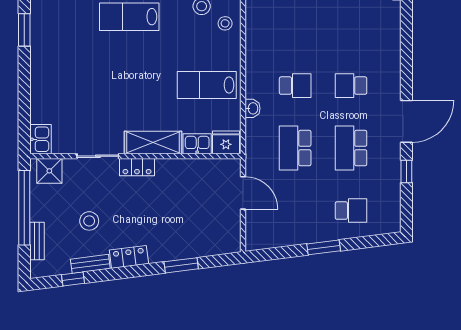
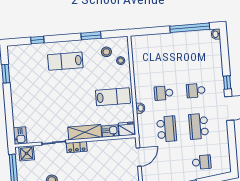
lab bench: (207, 85) -> (113, 97), turned 180
school desk: (295, 86) -> (164, 93), turned 180
school desk: (295, 148) -> (167, 129), turned 180
window: (406, 172) -> (227, 82), moved
door: (243, 193) -> (139, 157), hinge flipped

